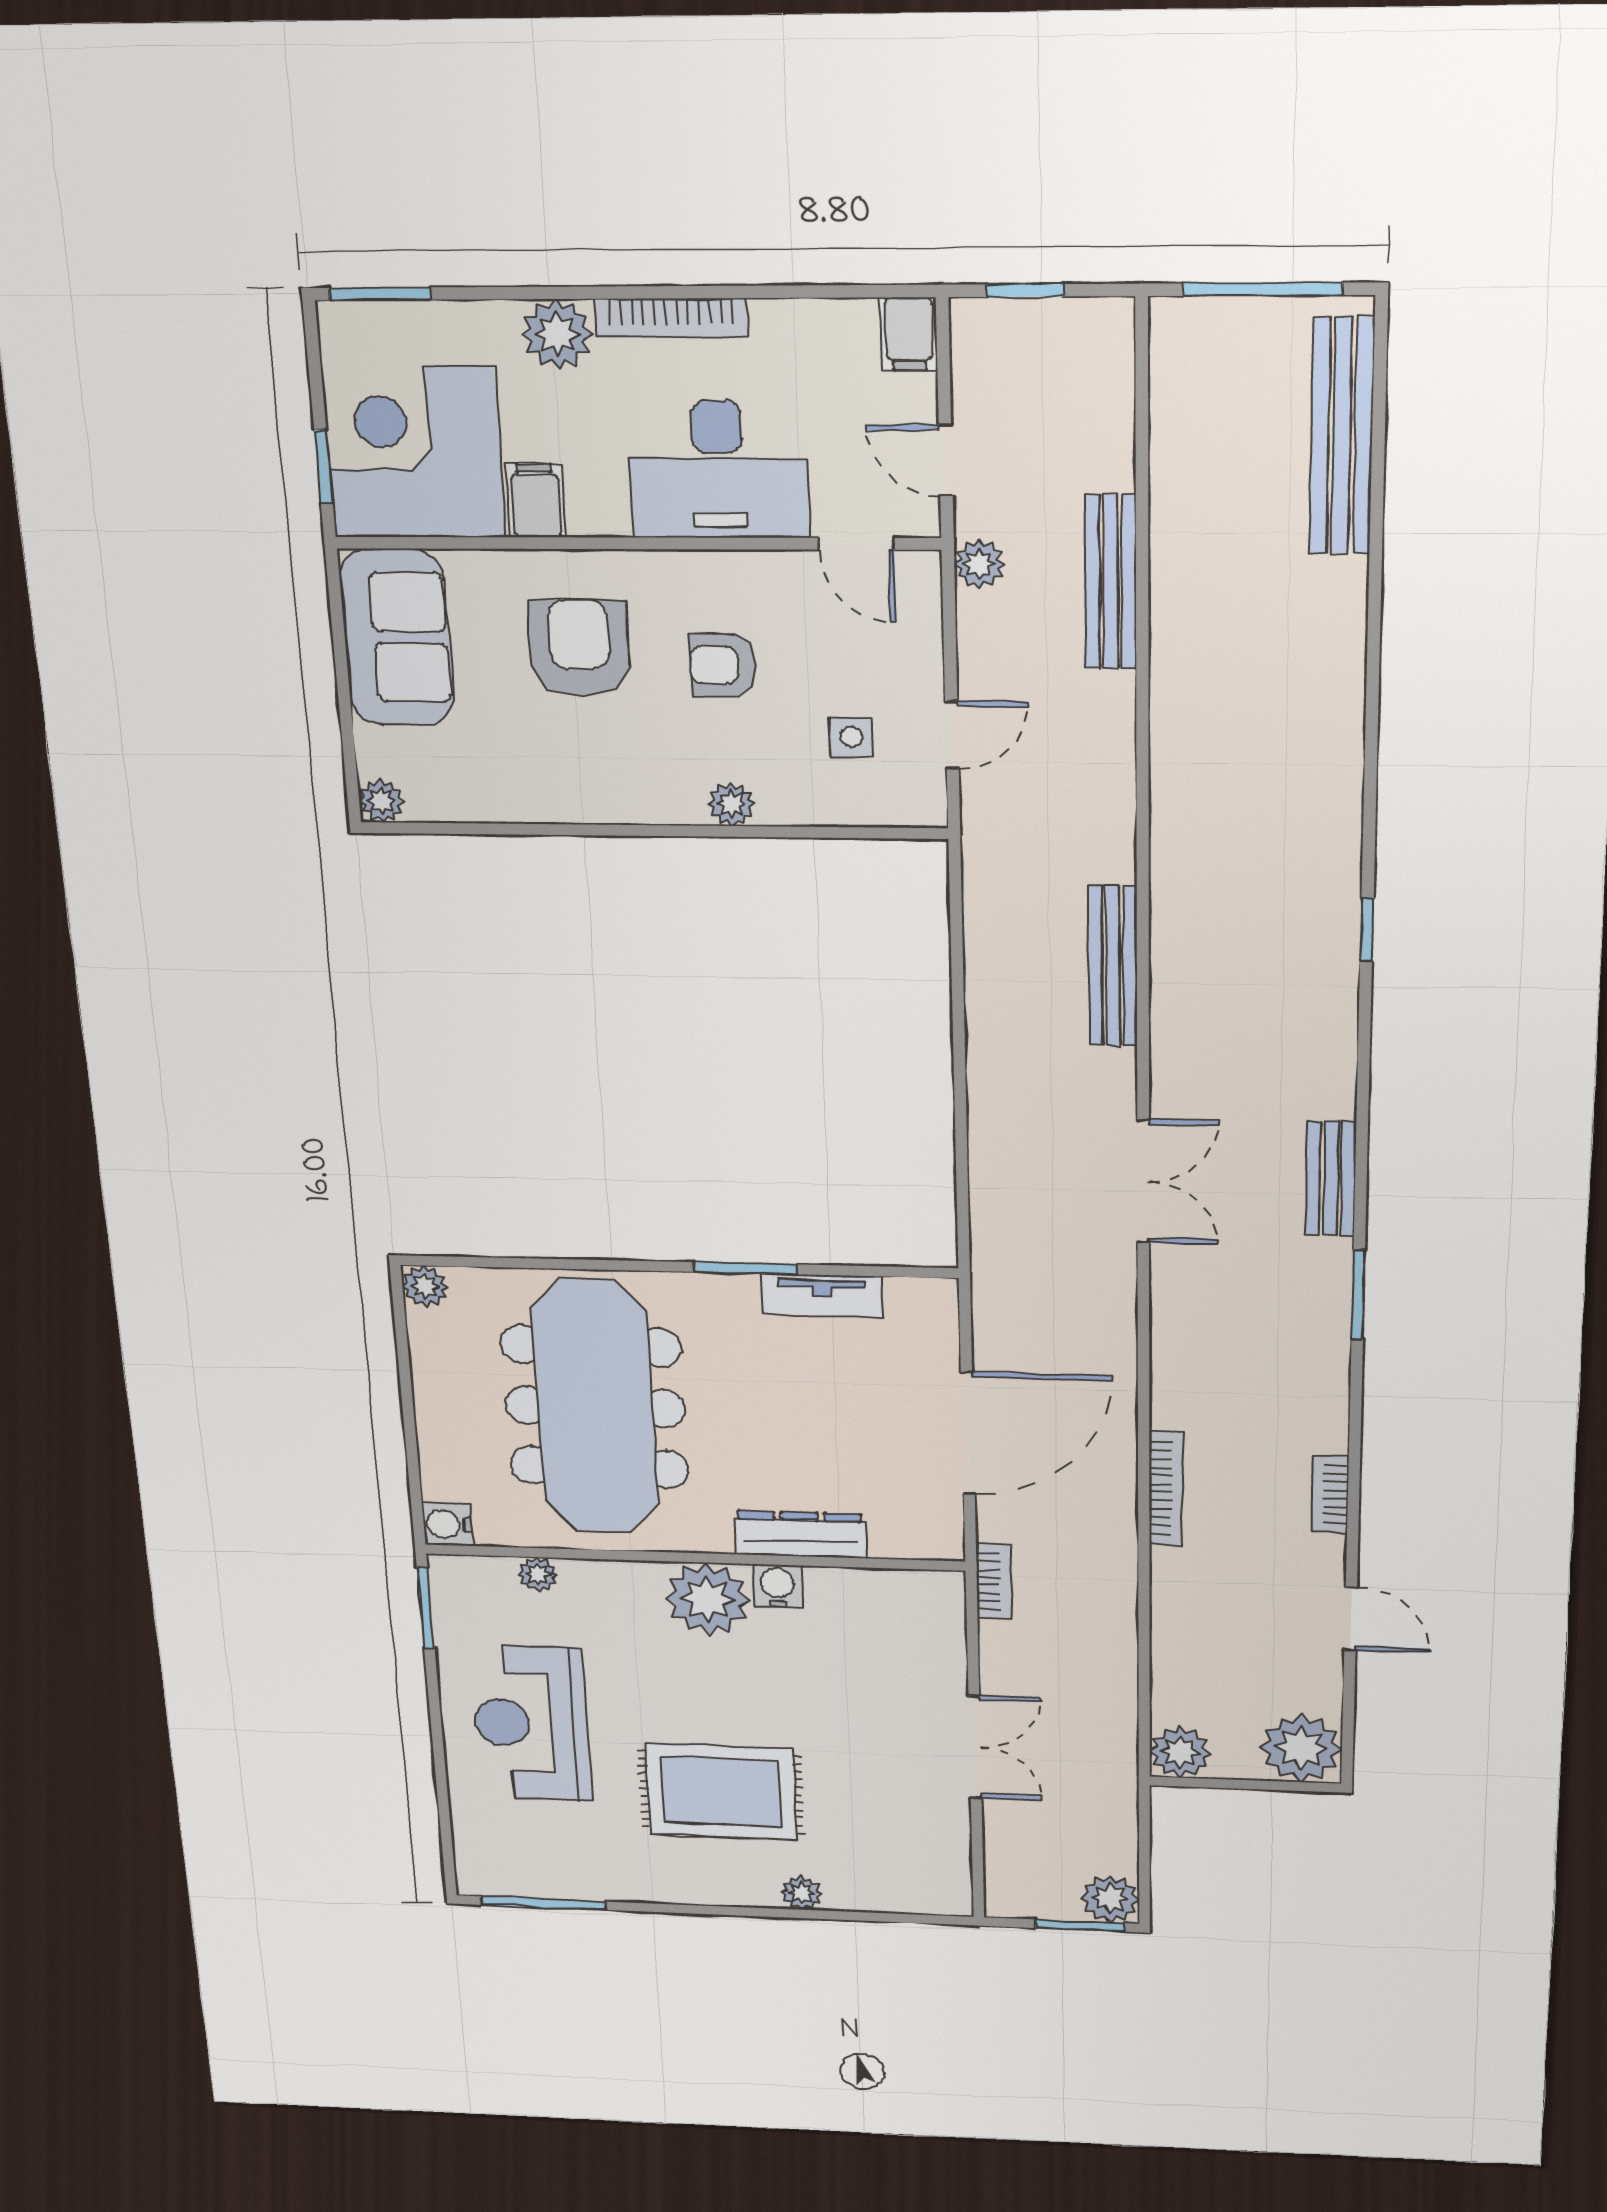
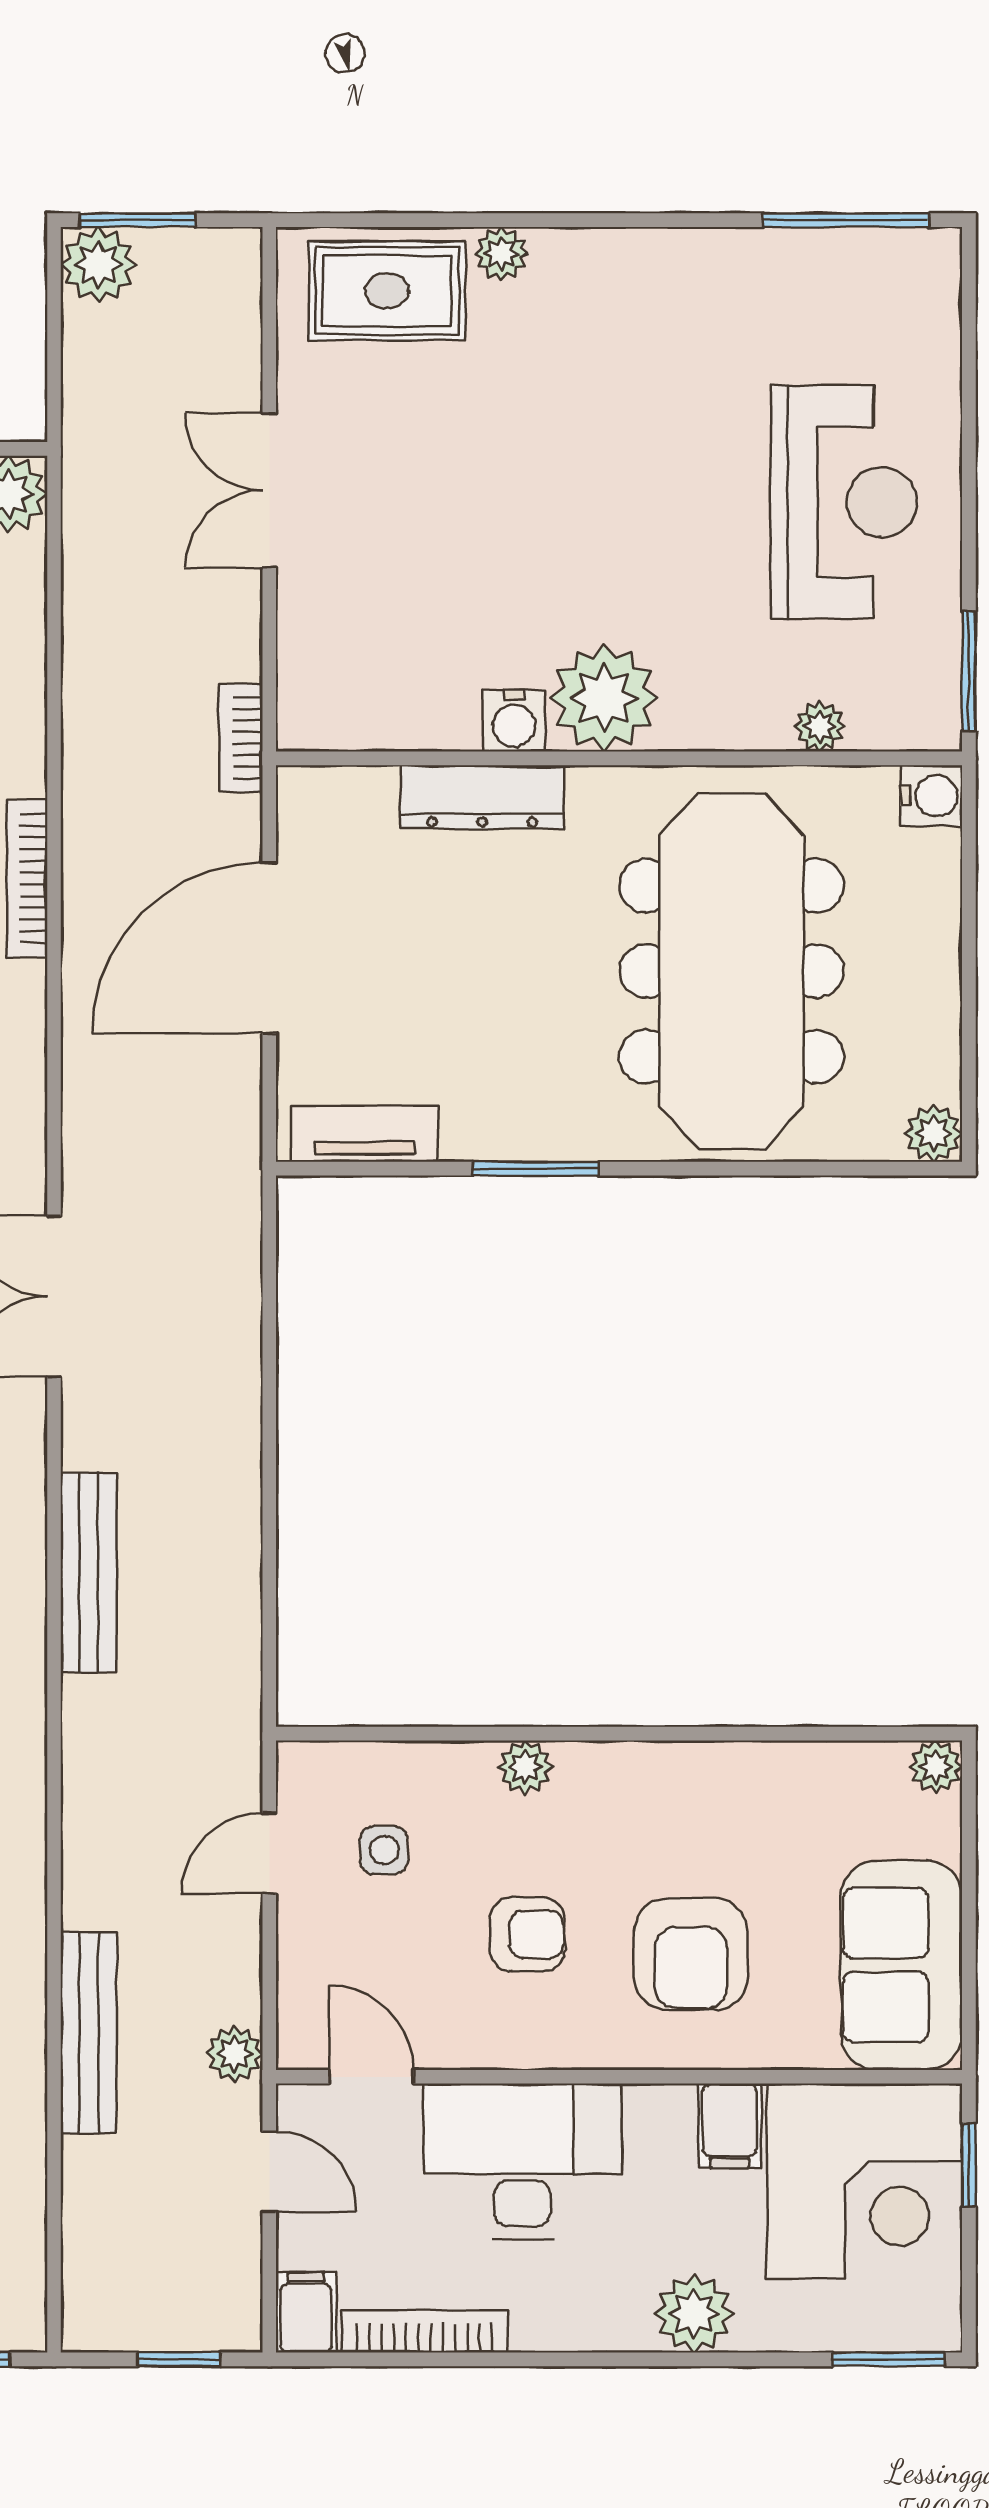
bookcase: (671, 318) -> (425, 2331), moved
tv unit: (822, 1295) -> (365, 1134), moved
rug: (721, 1792) -> (387, 291), moved, width x0.73, depth x0.70

